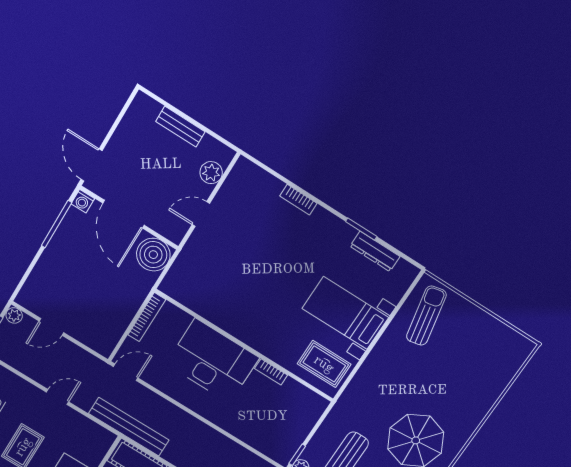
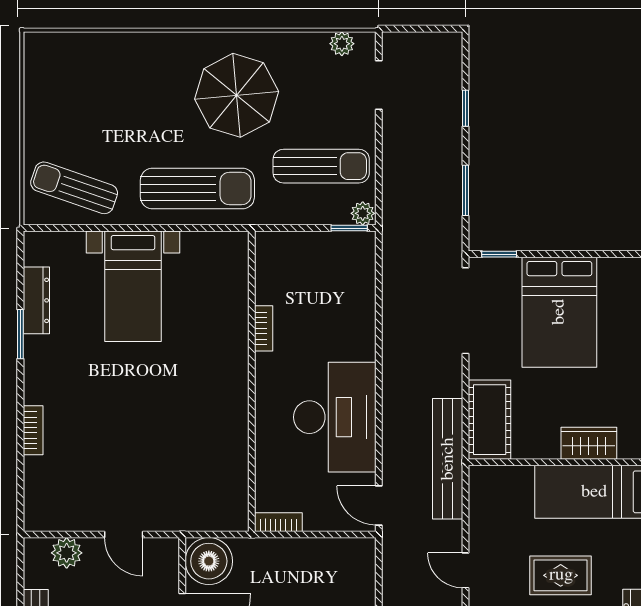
sun lounger: (426, 316) -> (74, 188), turned 31
bookcase: (147, 317) -> (278, 522), width x0.64
desk: (212, 361) -> (335, 417), moved, turned 180
rug: (324, 364) -> (212, 270), removed
sun lounger: (377, 385) -> (197, 189), added

